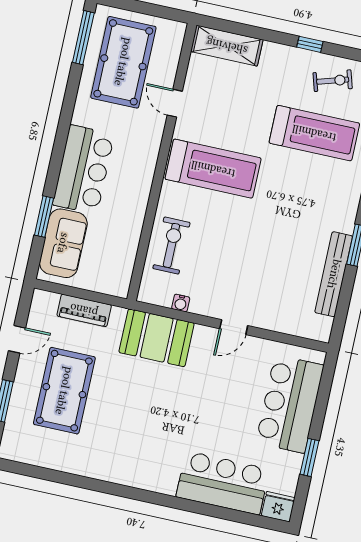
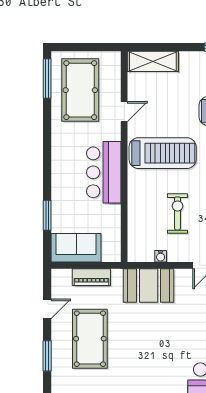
door: (175, 103) -> (124, 112), swing flipped
bar counter: (83, 169) -> (104, 172), moved, turned 180
sofa: (63, 243) -> (76, 248), moved, turned -90
exercise bike: (171, 245) -> (177, 213), moved

